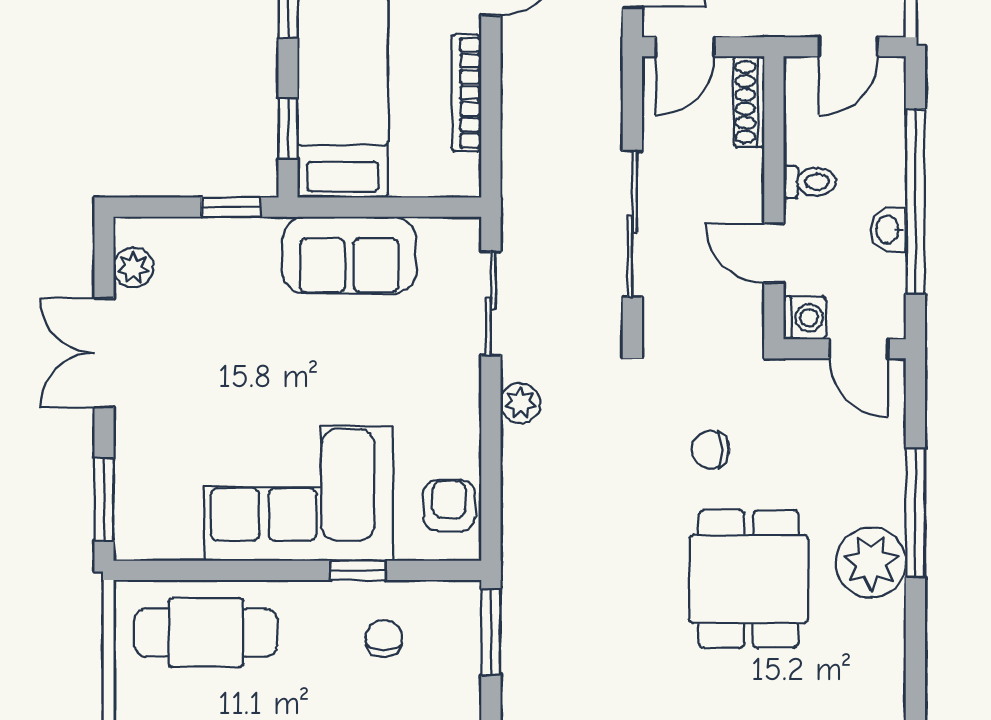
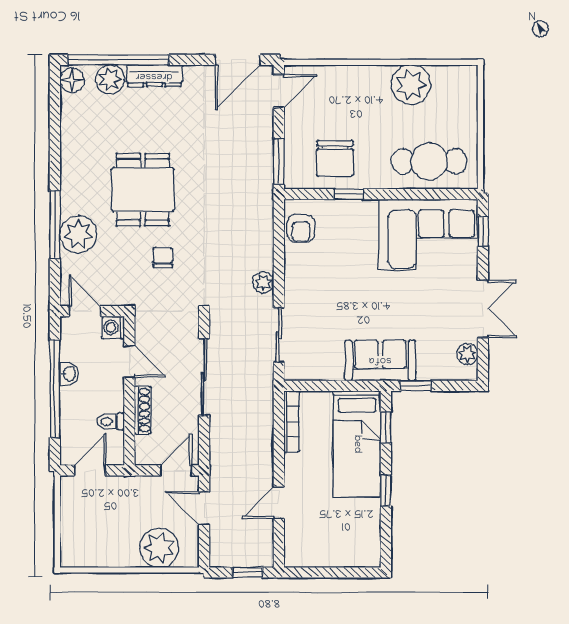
bookcase: (466, 93) -> (292, 422), moved
shoe rack: (749, 102) -> (143, 410), moved
toilet: (810, 182) -> (111, 421), moved
sofa: (349, 255) -> (380, 360), moved
chair: (711, 450) -> (163, 258), turned -90
corner sofa: (299, 494) -> (428, 235), moved
window: (104, 499) -> (483, 232), width x0.67
plant: (871, 563) -> (78, 234), moved
chair: (384, 638) -> (335, 158), width x1.87, depth x1.87

